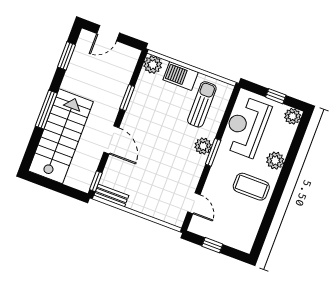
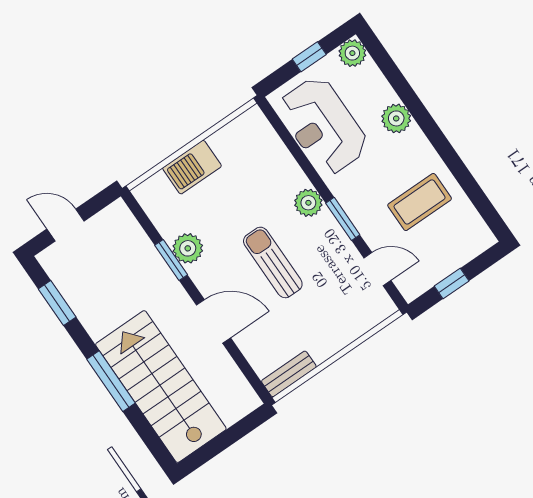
door: (108, 33) -> (65, 225), swing flipped
plant: (153, 65) -> (188, 248), moved
sun lounger: (202, 104) -> (273, 262), moved
window: (213, 152) -> (343, 219), moved
window: (96, 181) -> (255, 381), removed
coffee table: (251, 187) -> (420, 202), moved

